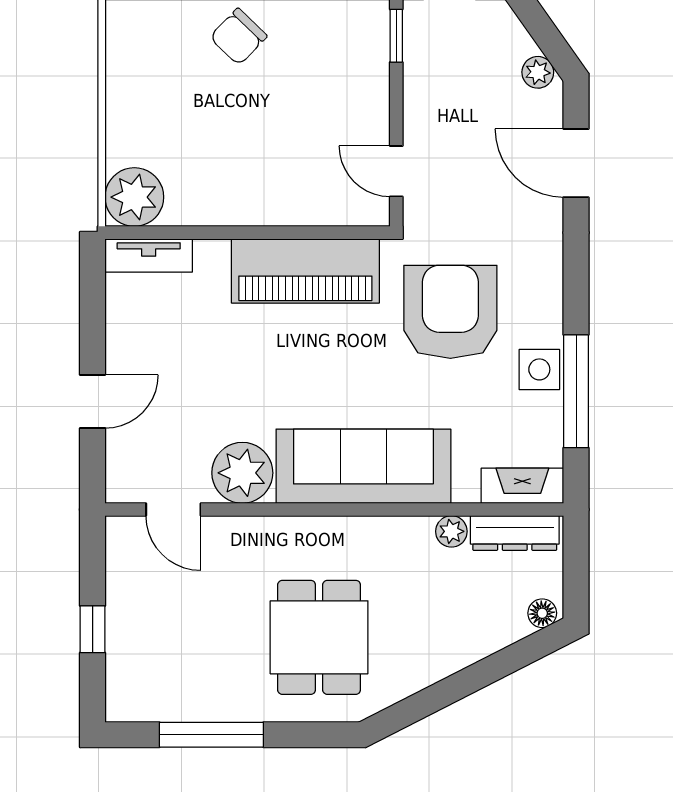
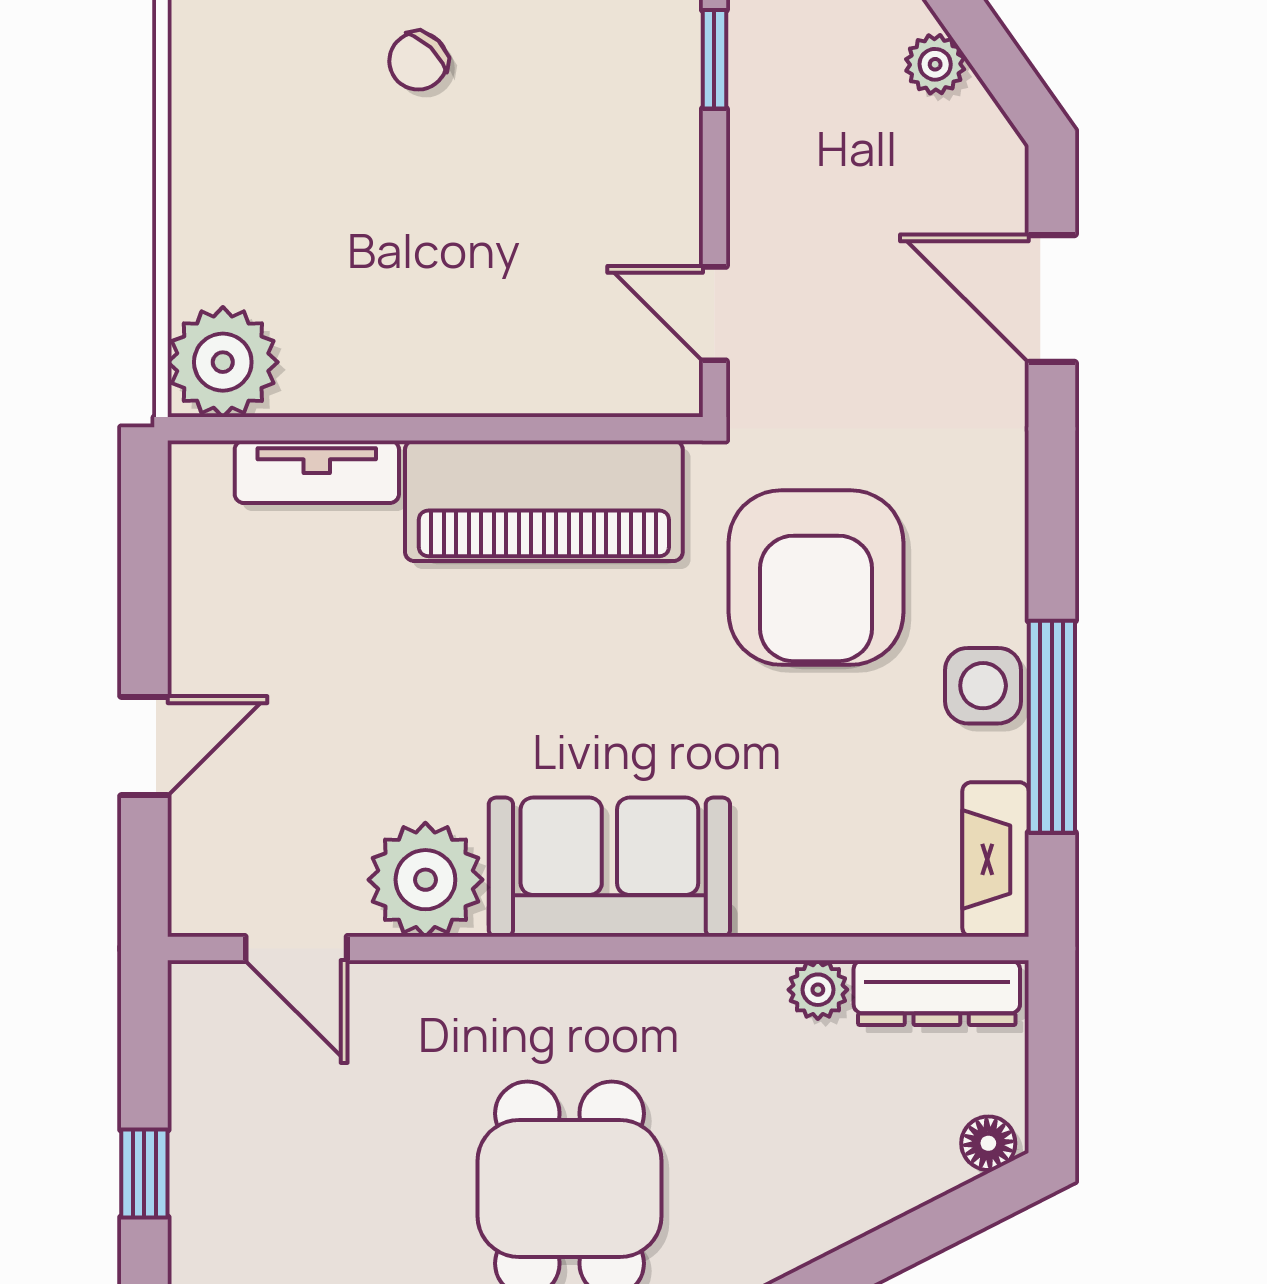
chair: (238, 37) -> (418, 61), width x0.73, depth x0.73
plant: (538, 72) -> (935, 64), moved
tv unit: (149, 256) -> (317, 472), moved
armchair: (450, 312) -> (816, 578), turned 180
sofa: (363, 466) -> (609, 867), width x0.73
fireplace: (522, 486) -> (995, 859), moved, turned -90

